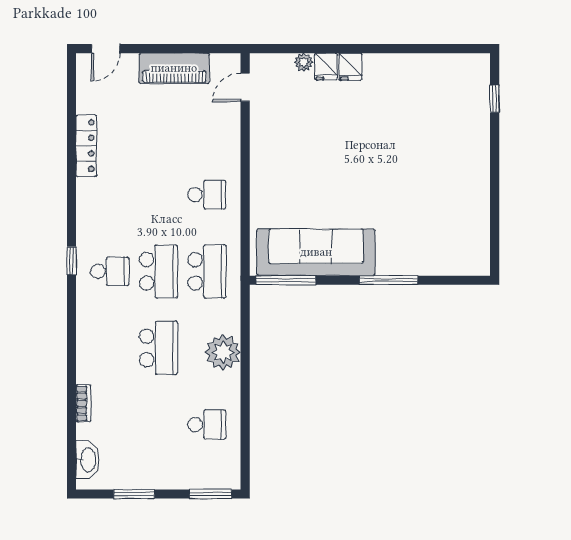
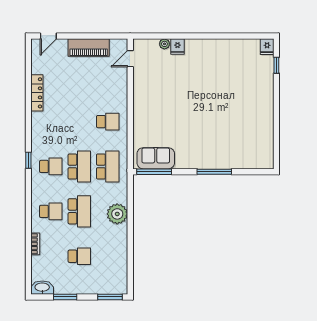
fridge: (350, 67) -> (267, 47), moved
sofa: (316, 252) -> (156, 158), width x0.54, depth x0.79
school desk: (110, 348) -> (51, 211), added
school desk: (207, 424) -> (79, 256), moved
washbasin: (88, 460) -> (42, 288), moved, turned -90

